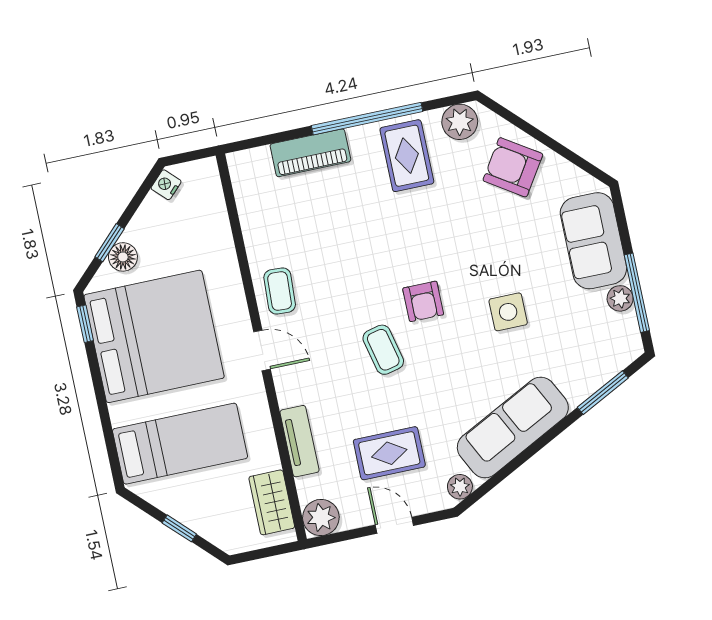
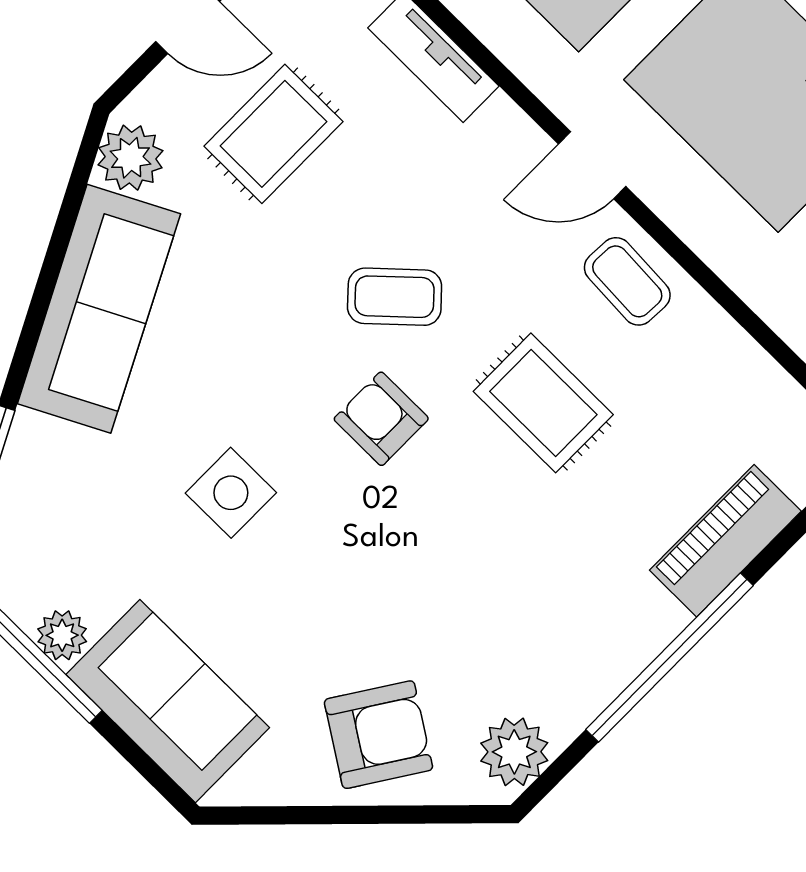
rug: (407, 156) -> (543, 403), moved
coffee table: (383, 350) -> (395, 297), turned -30
plant: (460, 487) -> (130, 158), width x1.38, depth x1.38

